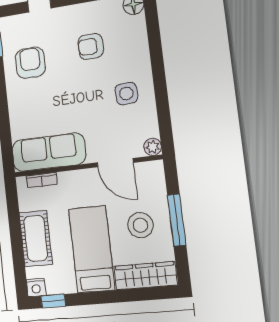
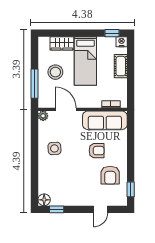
armchair: (91, 46) -> (97, 151), moved
window: (177, 220) -> (35, 84), moved
cot: (36, 238) -> (121, 66), width x0.73, depth x0.75
wardrobe: (145, 276) -> (62, 43), width x0.67

